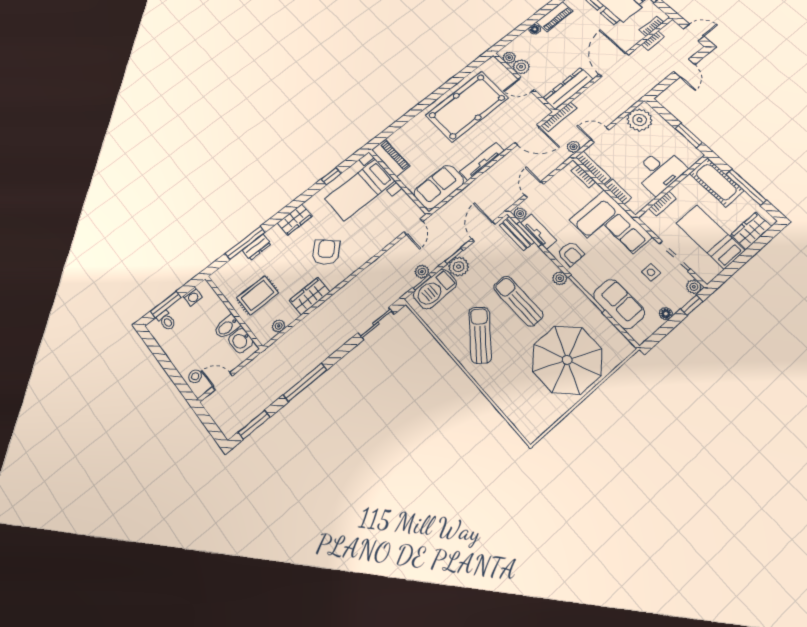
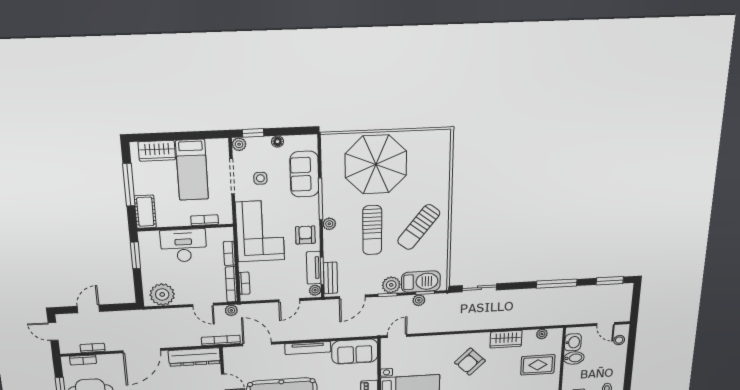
cot: (716, 182) -> (145, 212), width x0.73, depth x0.75

